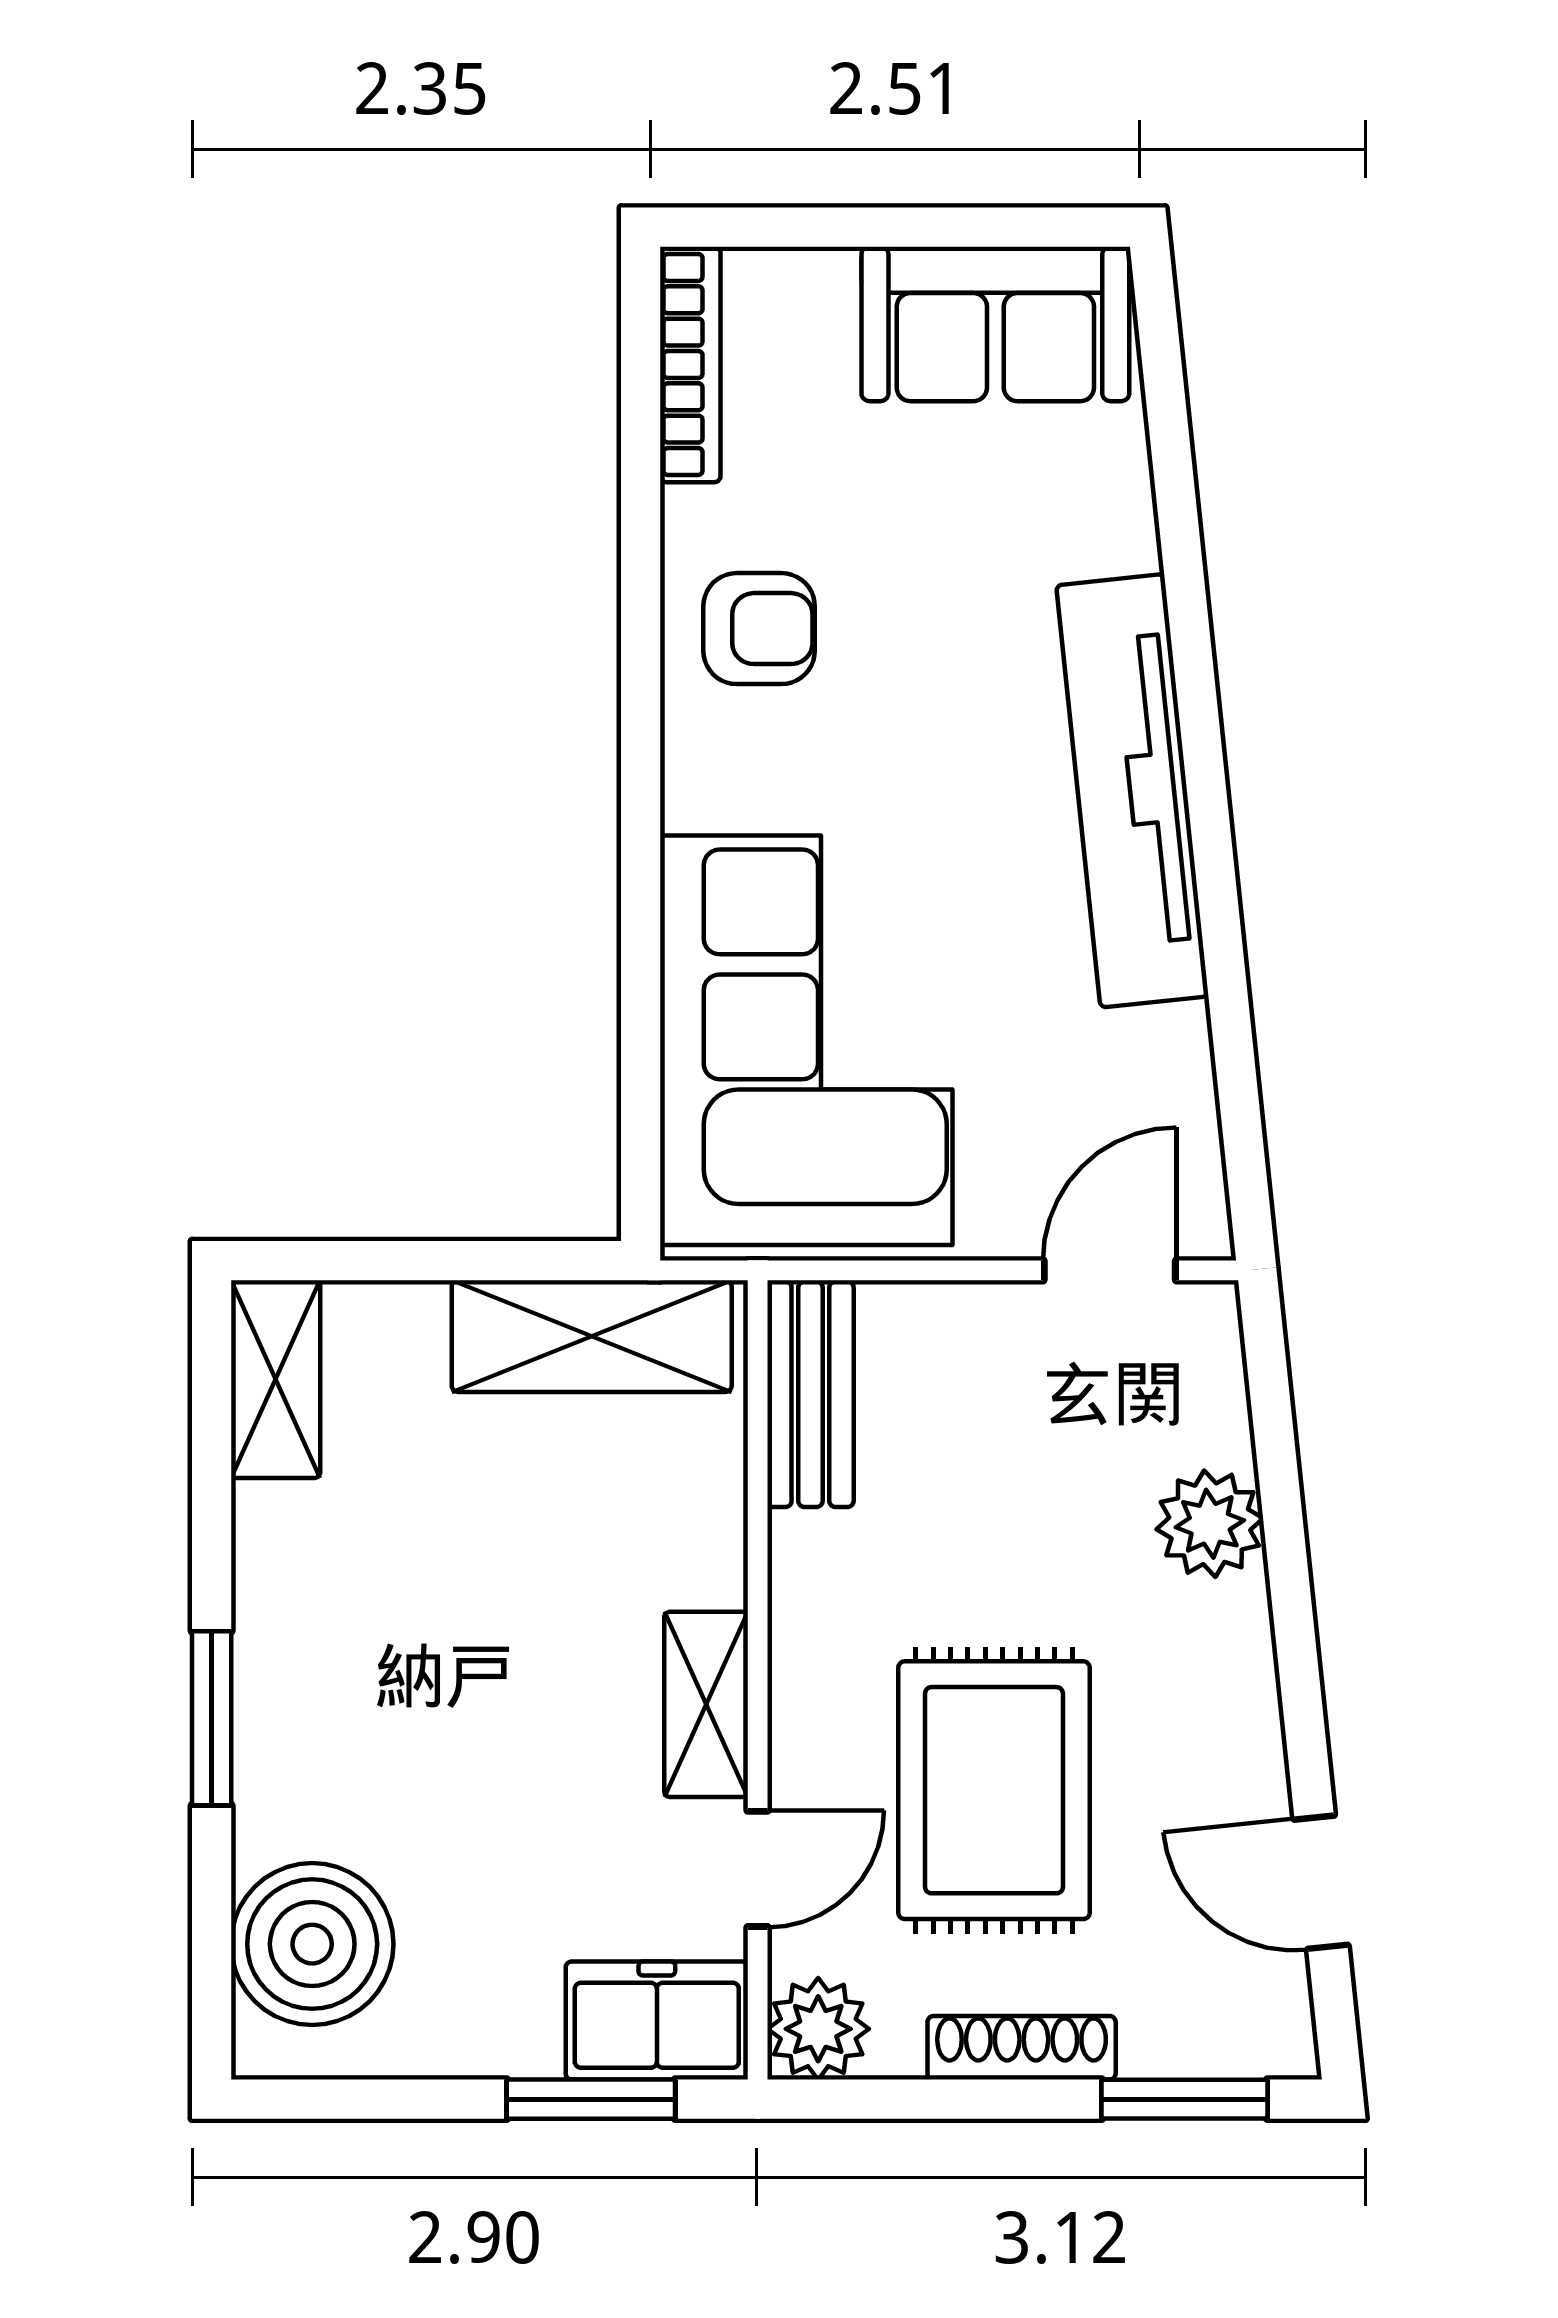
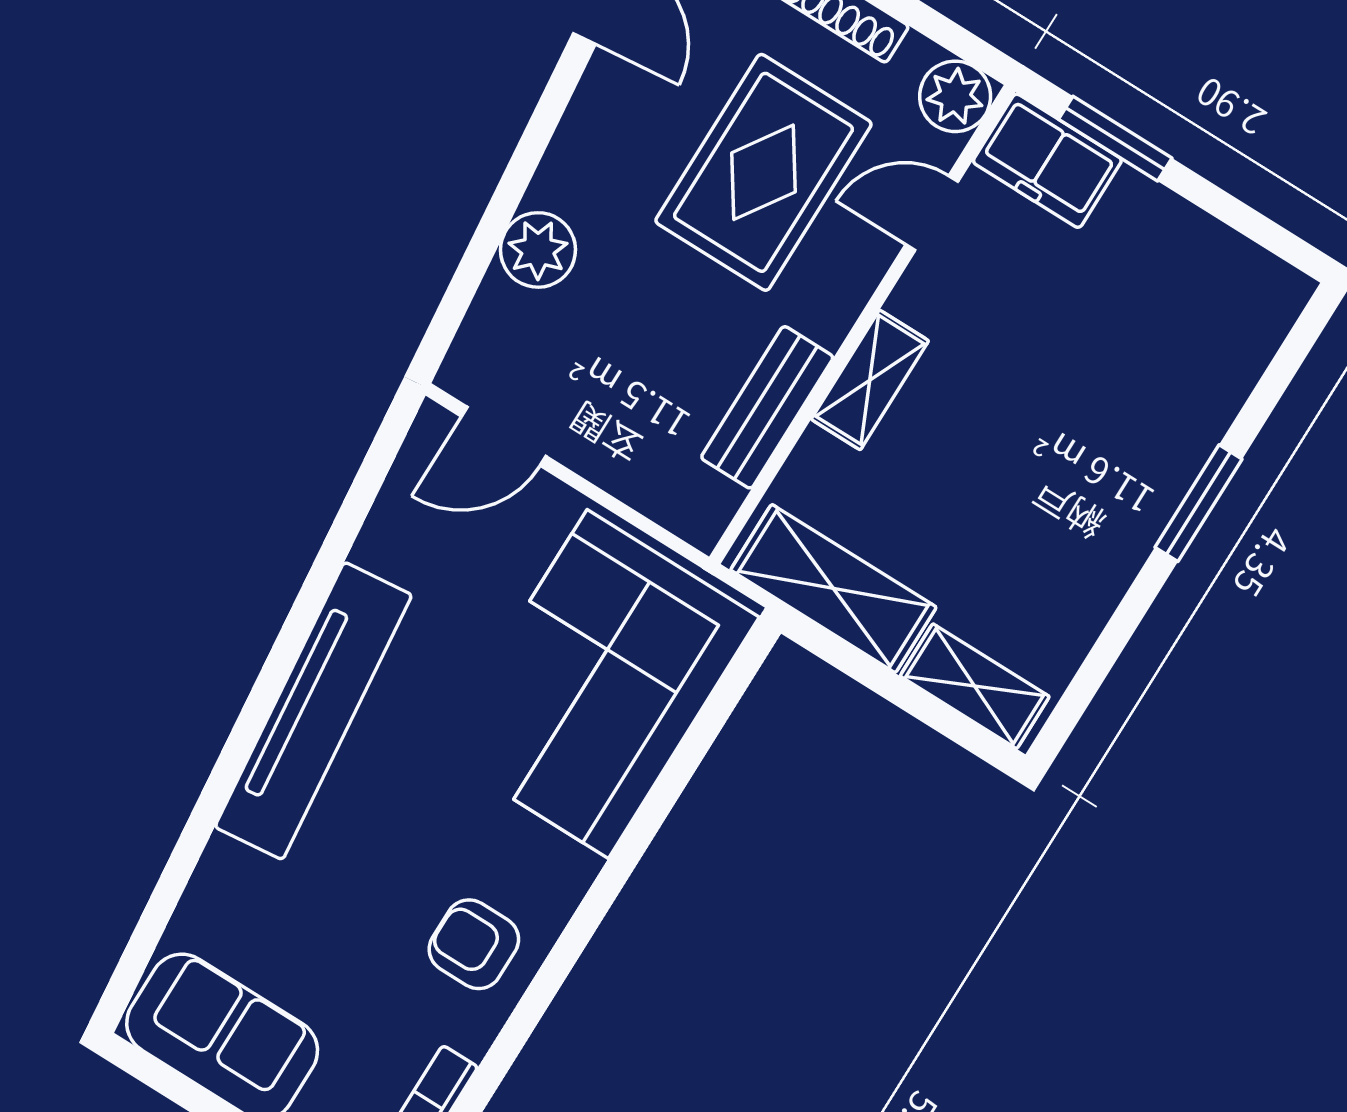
shelving: (276, 1379) -> (975, 686), moved, turned 90
bench: (810, 1394) -> (767, 407), moved
shelving: (706, 1704) -> (870, 380), moved
boiler: (312, 1944) -> (1222, 333), removed

